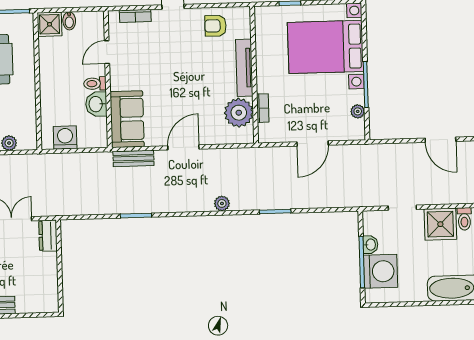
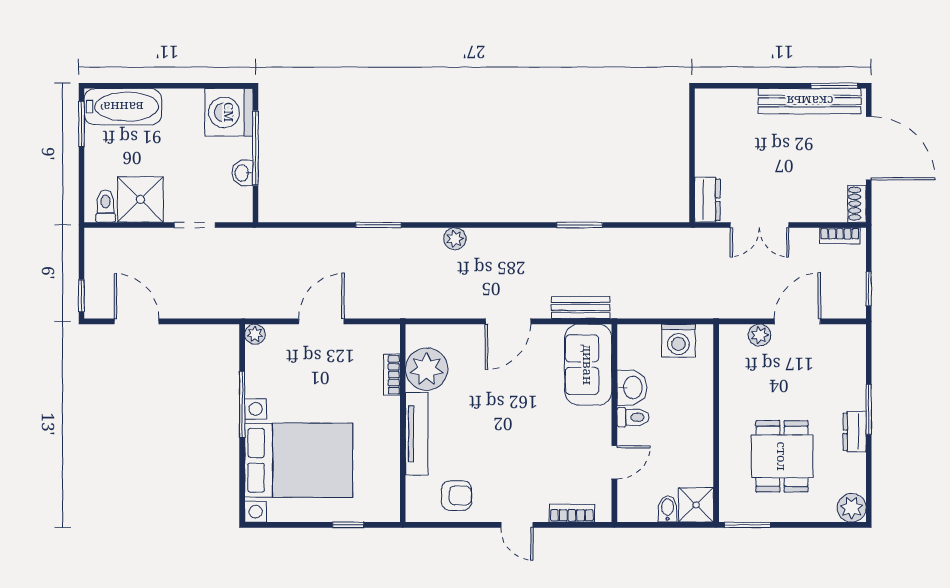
plant: (358, 111) -> (255, 334), moved
washing machine: (380, 271) -> (229, 112), moved

